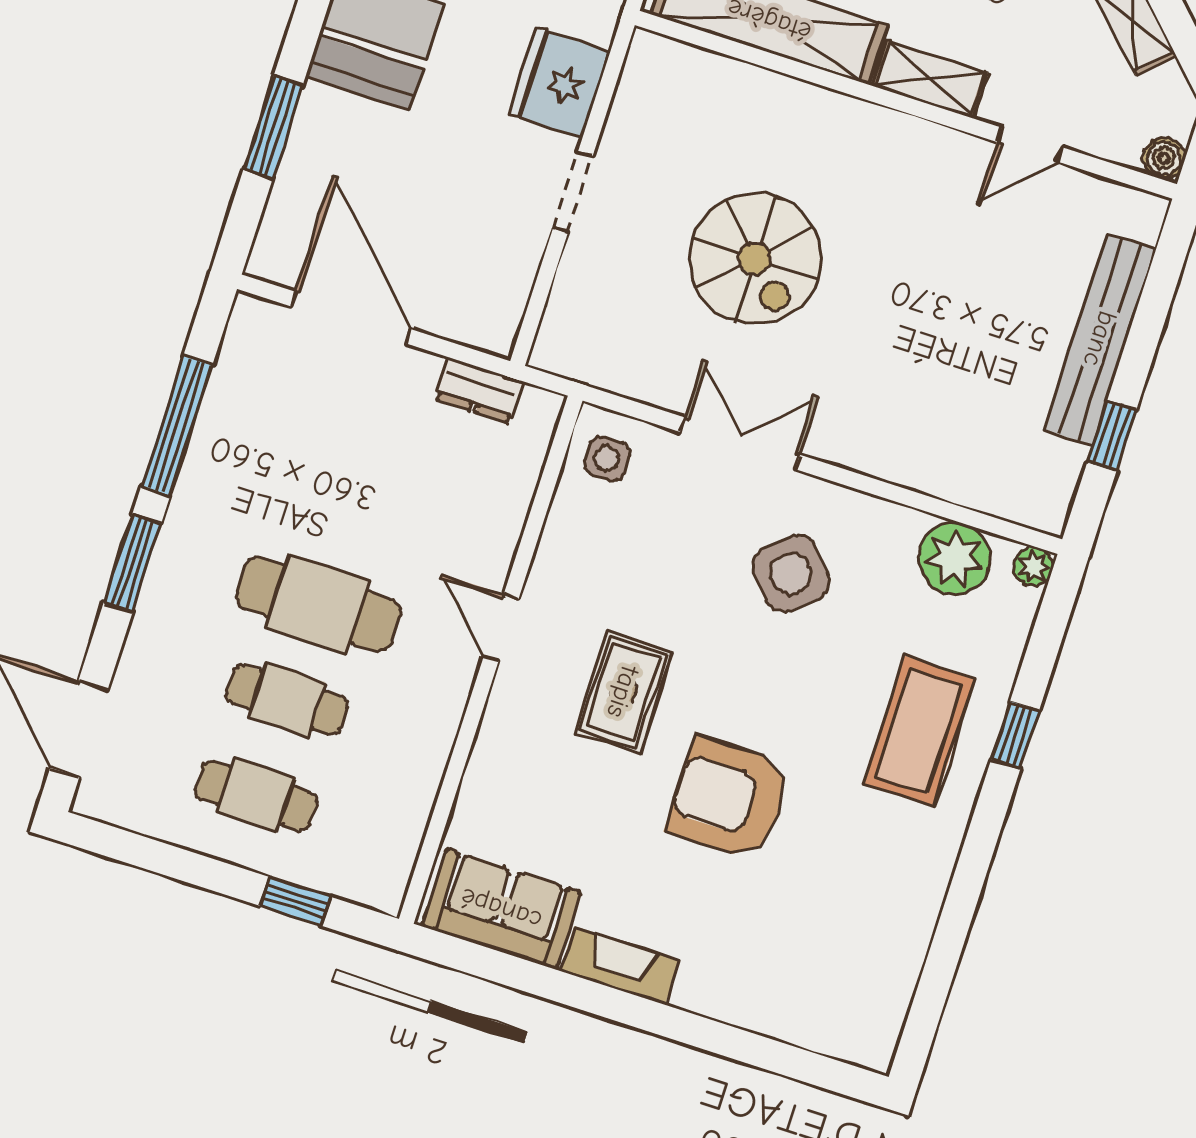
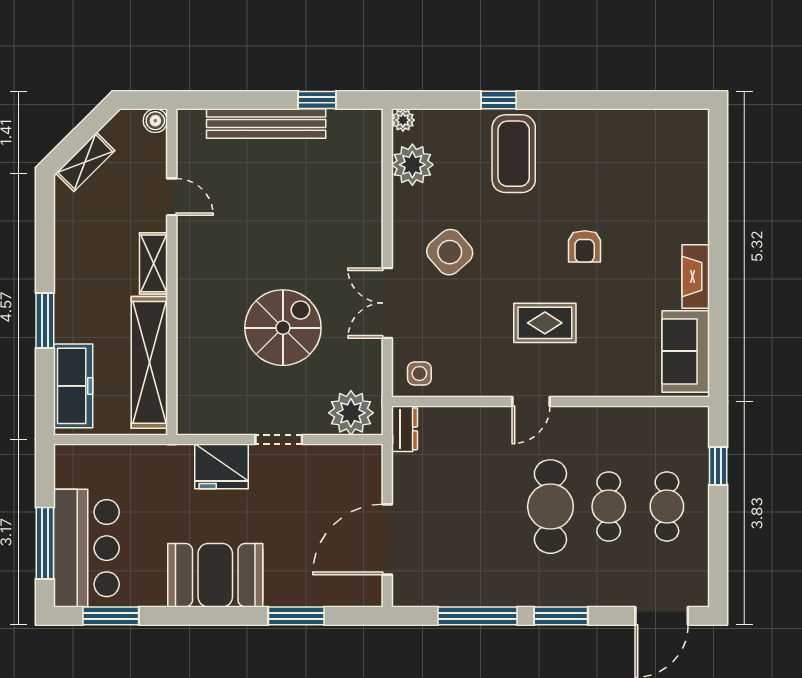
plant: (579, 325) -> (351, 413), added
dresser: (479, 390) -> (405, 429), moved
coffee table: (919, 731) -> (514, 154), turned 90
armchair: (728, 798) -> (585, 246), width x0.53, depth x0.53

